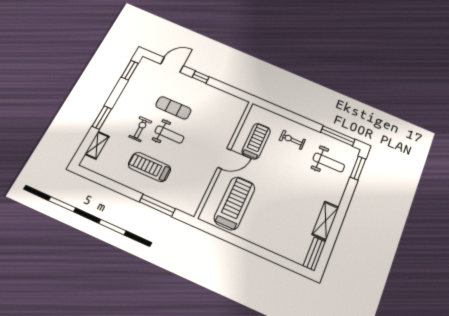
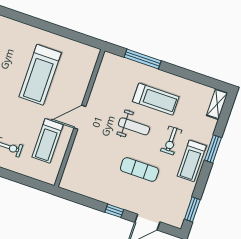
treadmill: (124, 110) -> (192, 161), added
weight bench: (169, 135) -> (134, 126), moved, turned 180
shelving: (97, 145) -> (217, 104), moved
treadmill: (235, 203) -> (40, 75), moved

